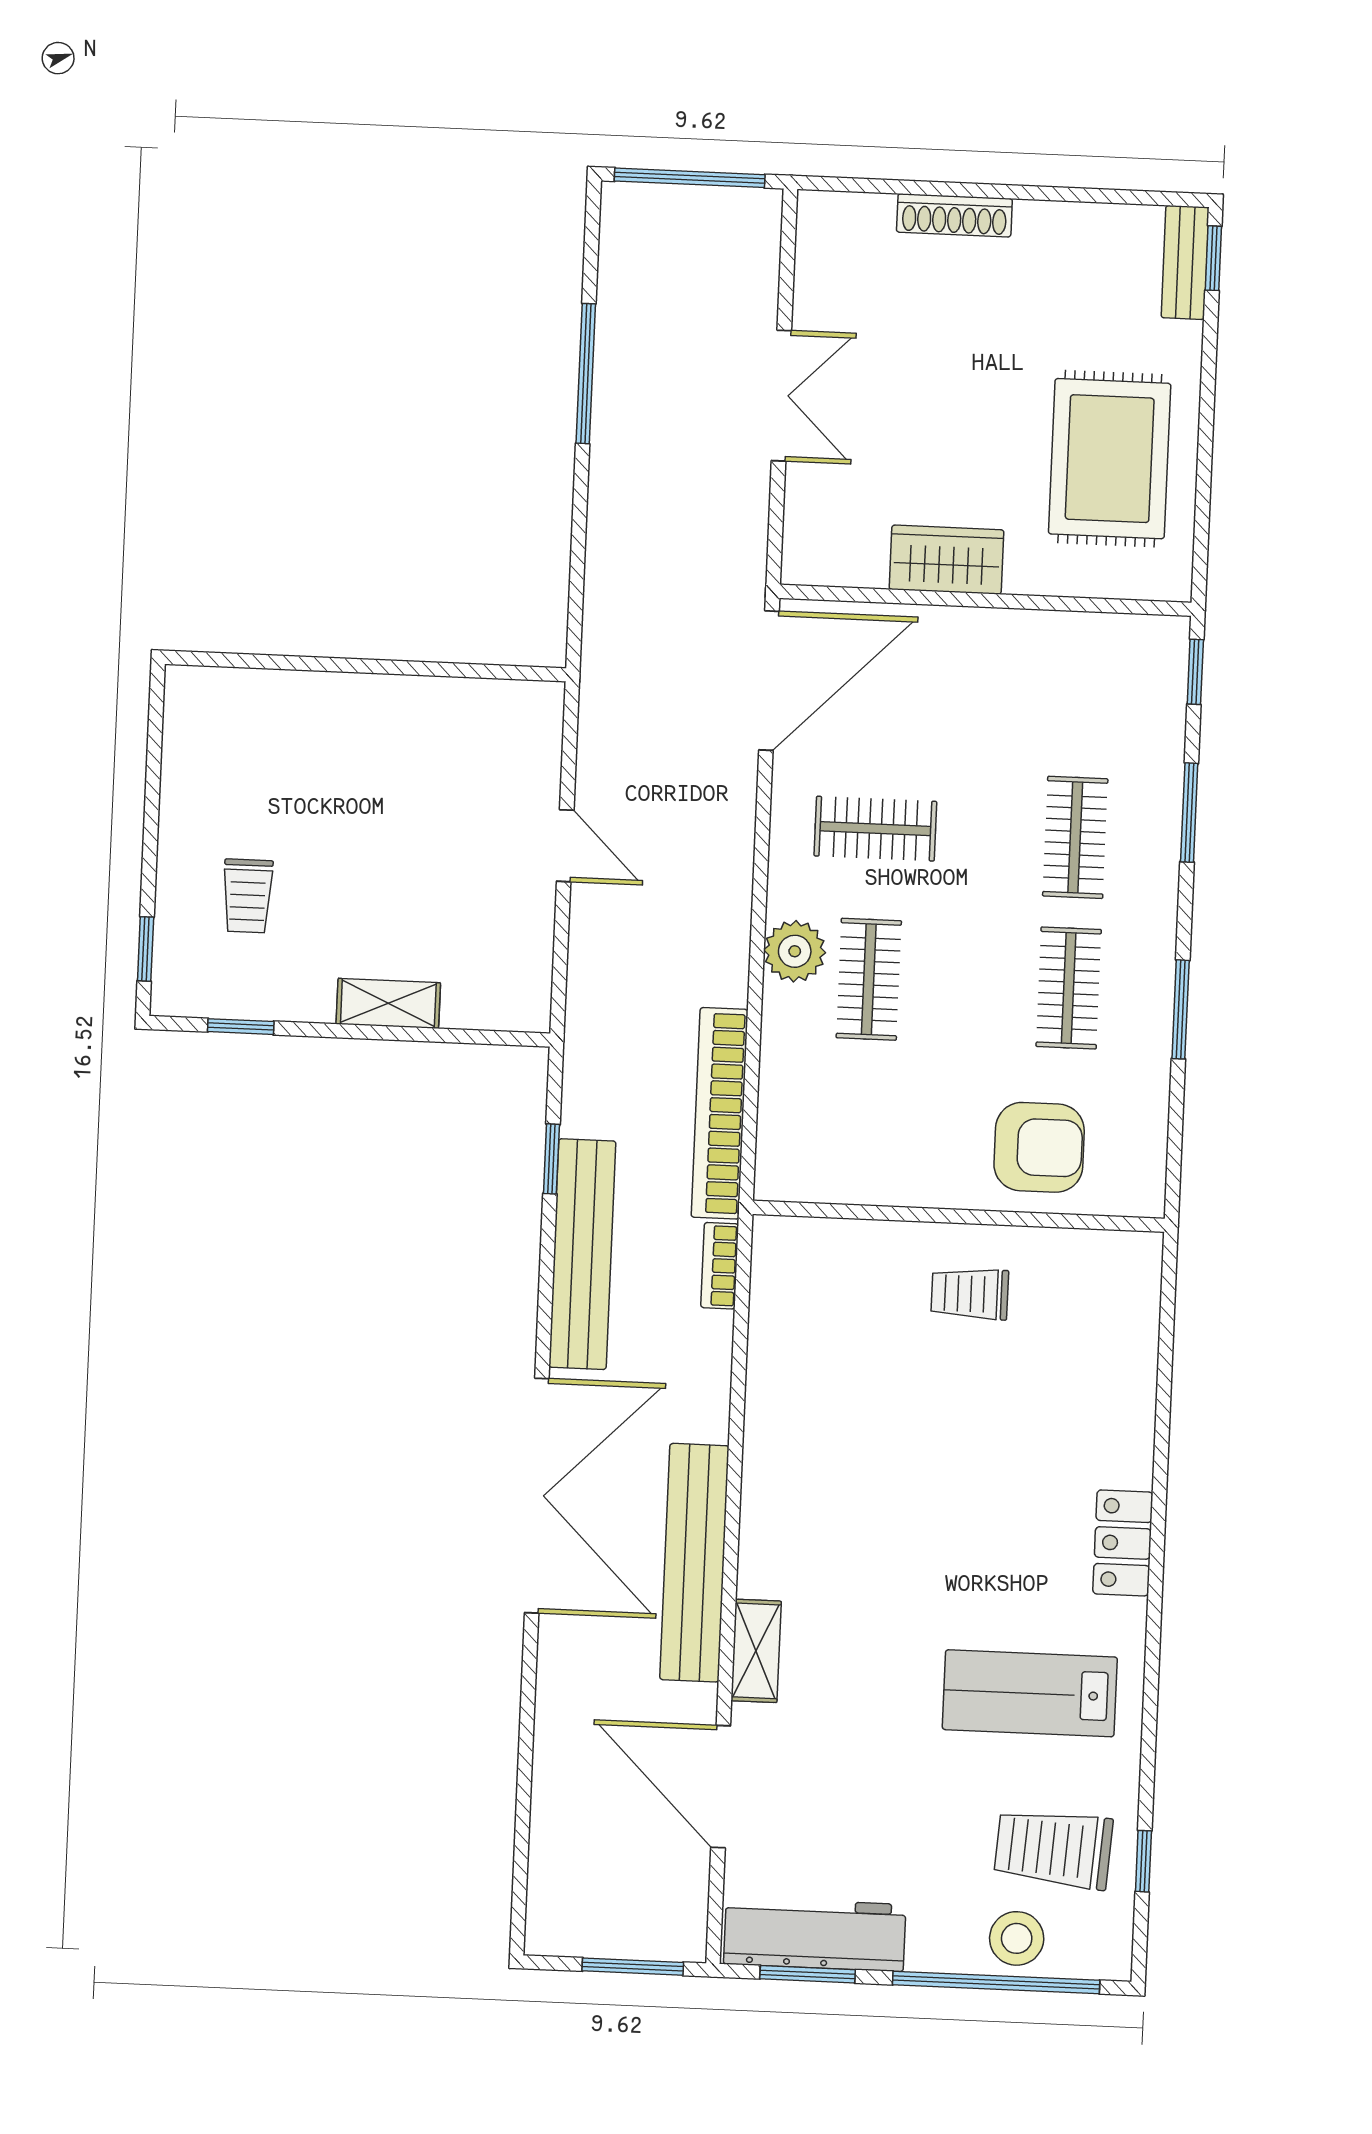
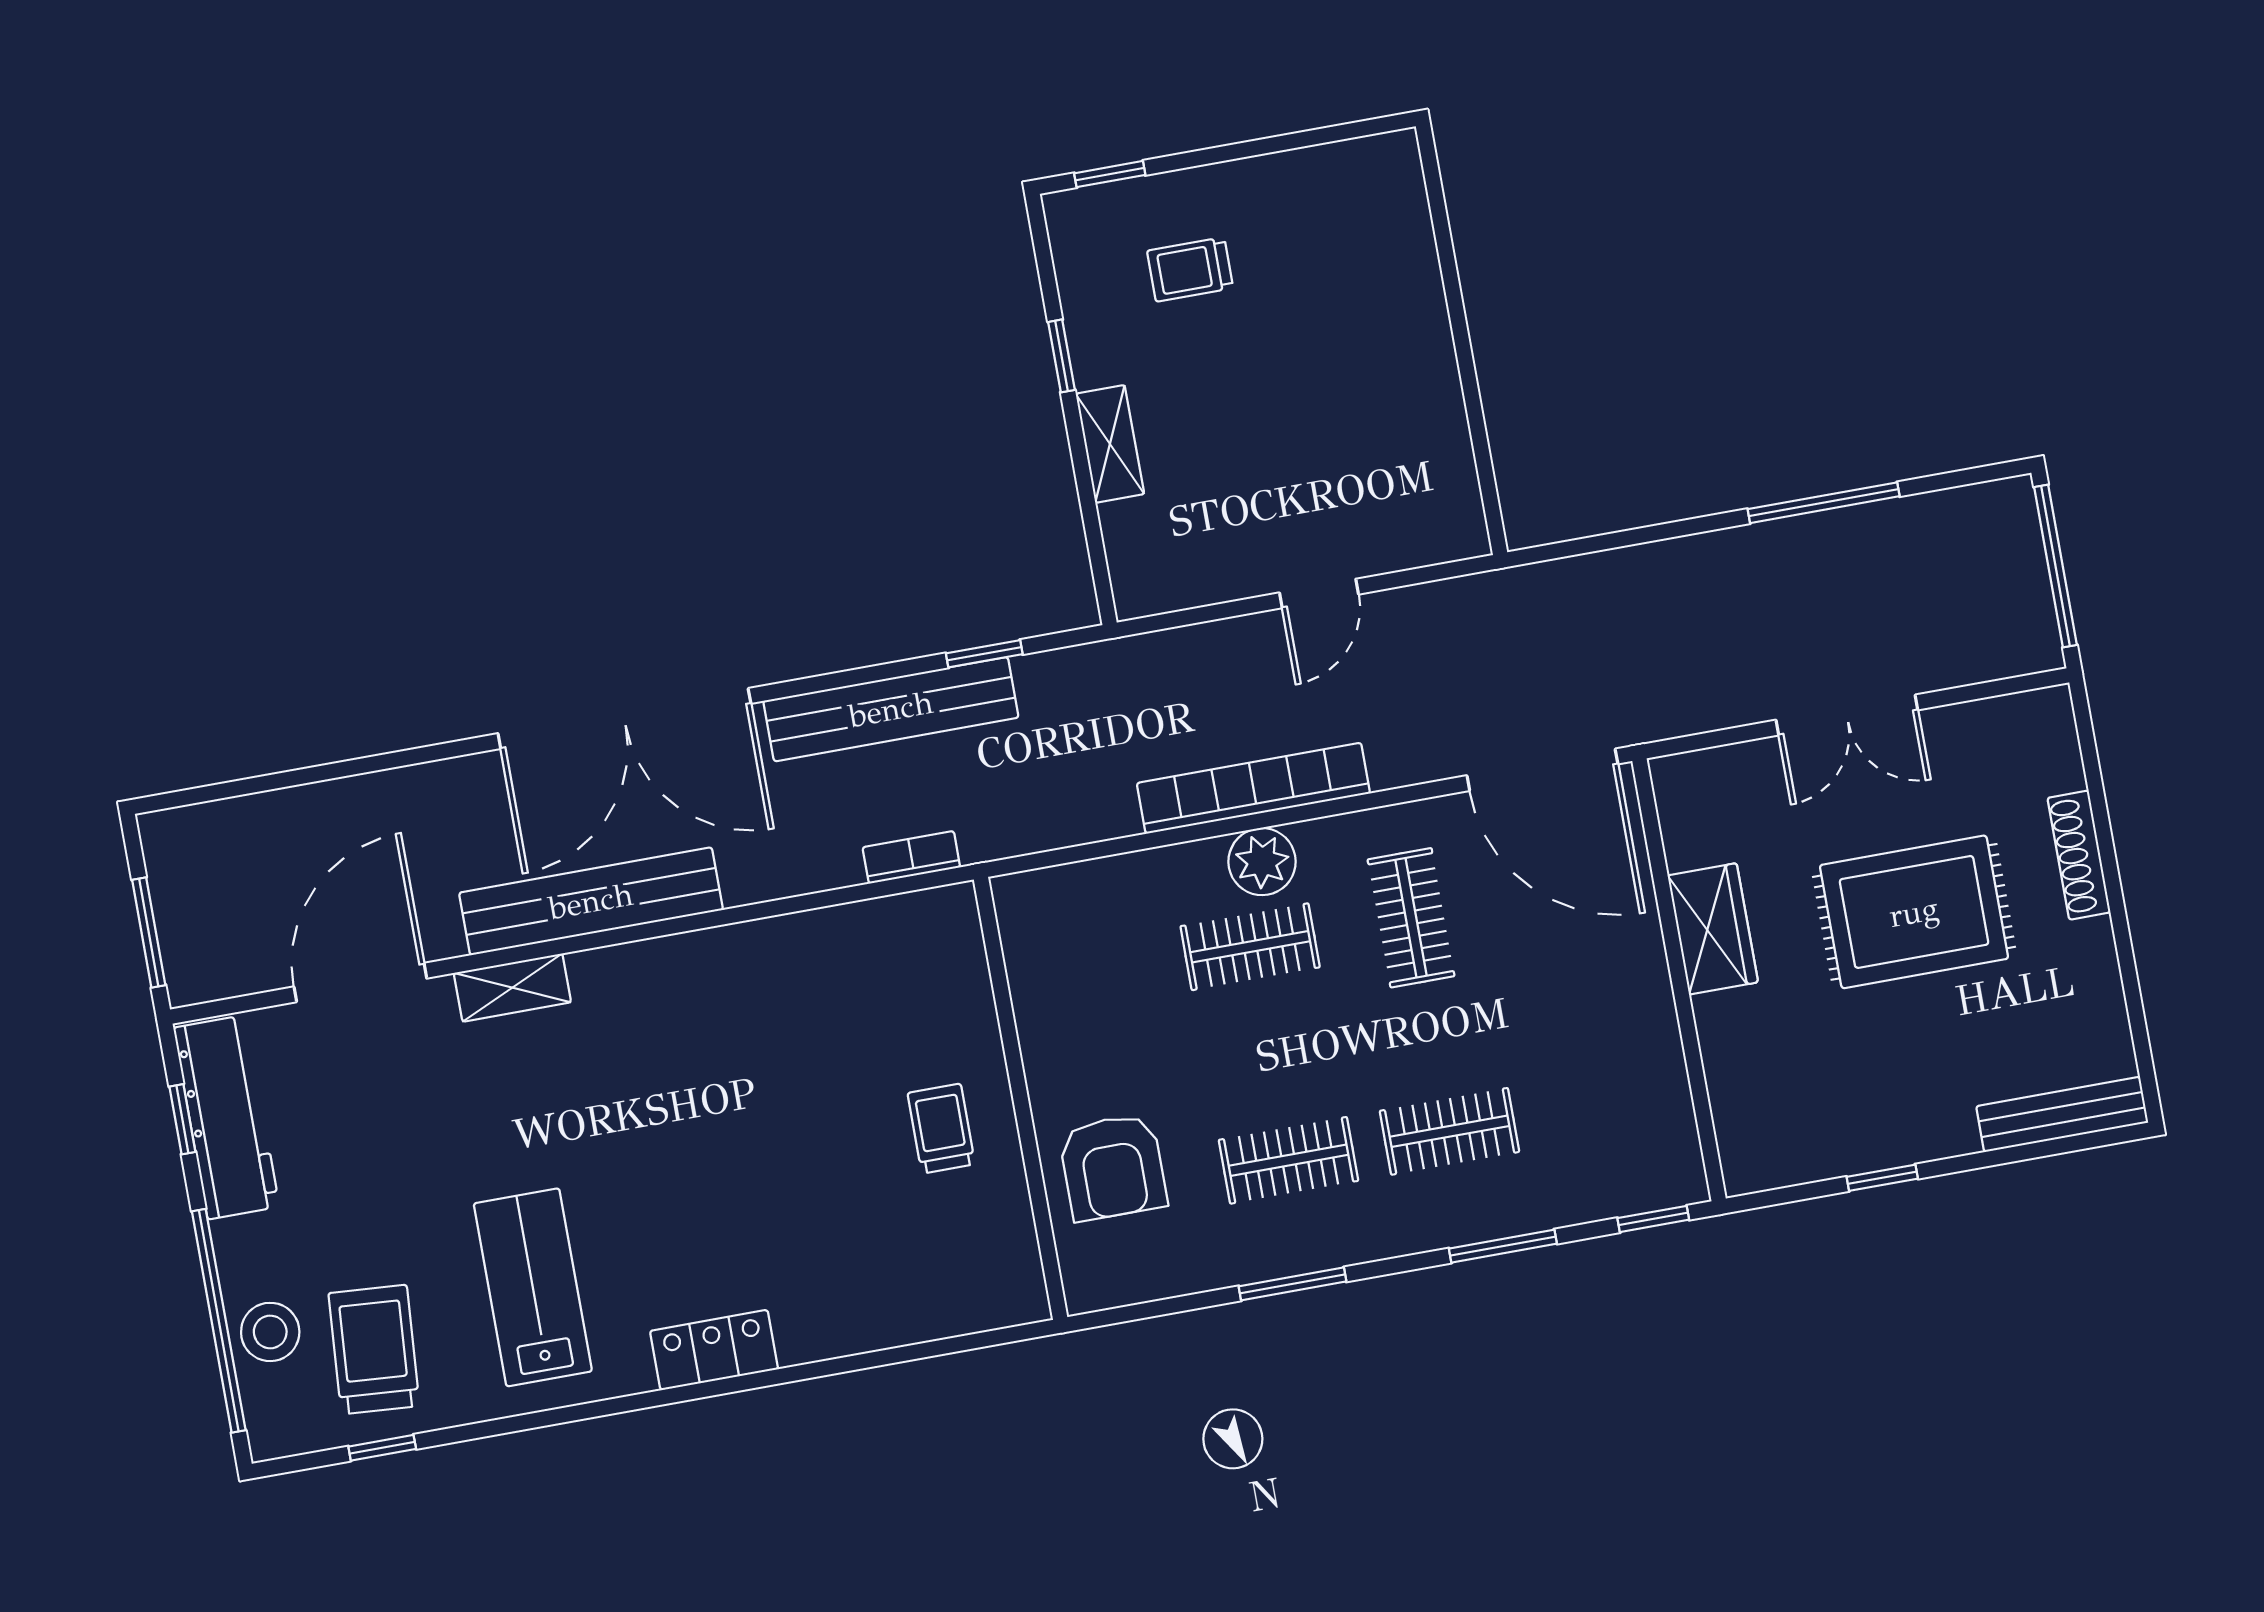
window: (1213, 258) -> (1882, 1178), moved
bench: (1185, 262) -> (2062, 1114), width x1.36
rug: (1110, 459) -> (1914, 912), moved
window: (241, 1027) -> (1061, 356), moved
bookcase: (720, 1113) -> (1253, 788), moved
window: (808, 1974) -> (182, 1119), width x0.67

